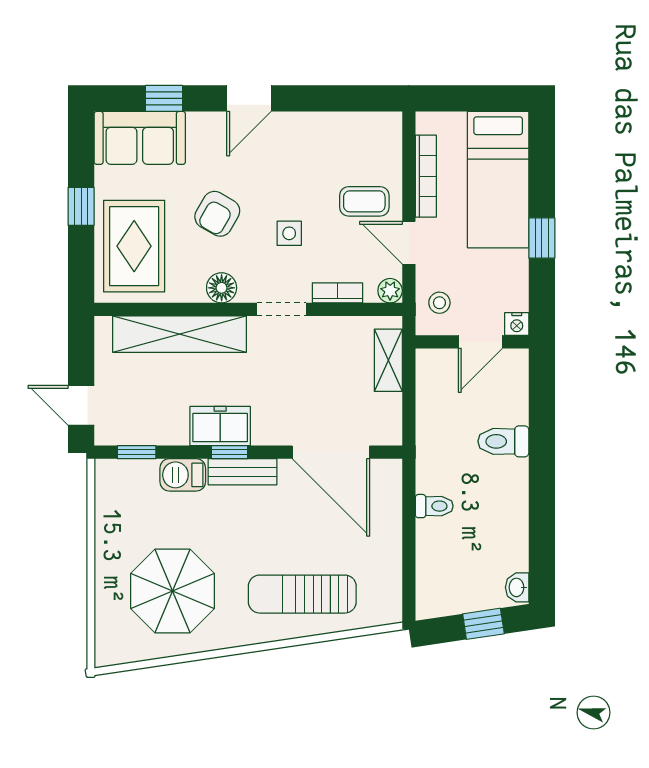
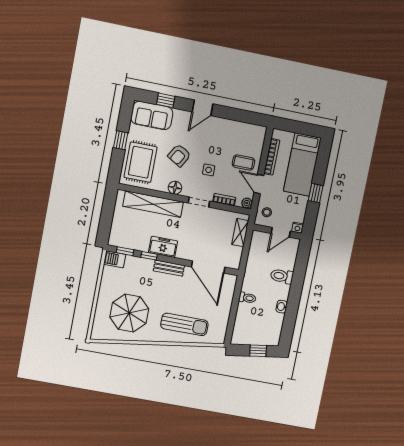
door: (81, 405) -> (105, 227), removed
window: (230, 452) -> (149, 256), moved
barbecue: (183, 475) -> (115, 259), moved
washbasin: (517, 587) -> (282, 307), moved
sun lounger: (302, 594) -> (184, 324), turned 180

